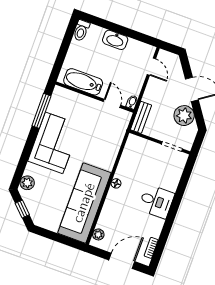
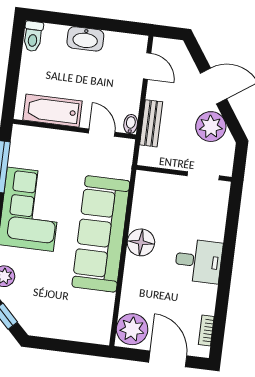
bench: (141, 117) -> (151, 123), moved
floor lamp: (116, 183) -> (141, 242), width x1.89, depth x1.89
sofa: (84, 203) -> (101, 234), moved
plant: (98, 234) -> (132, 329), width x1.88, depth x1.88
door: (122, 261) -> (168, 359), hinge flipped

